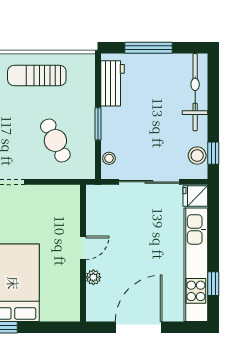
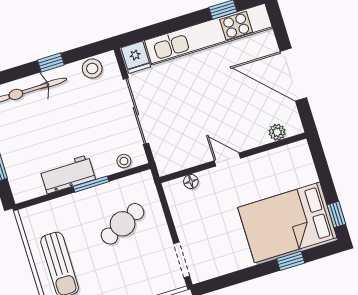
workbench: (113, 83) -> (68, 174), moved
window: (213, 153) -> (51, 63), moved
floor lamp: (74, 211) -> (191, 182), added
plant: (93, 277) -> (277, 132), moved

